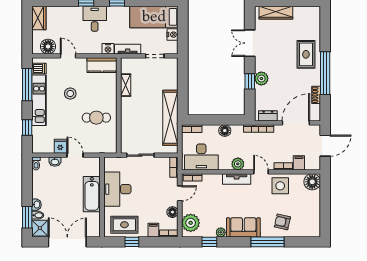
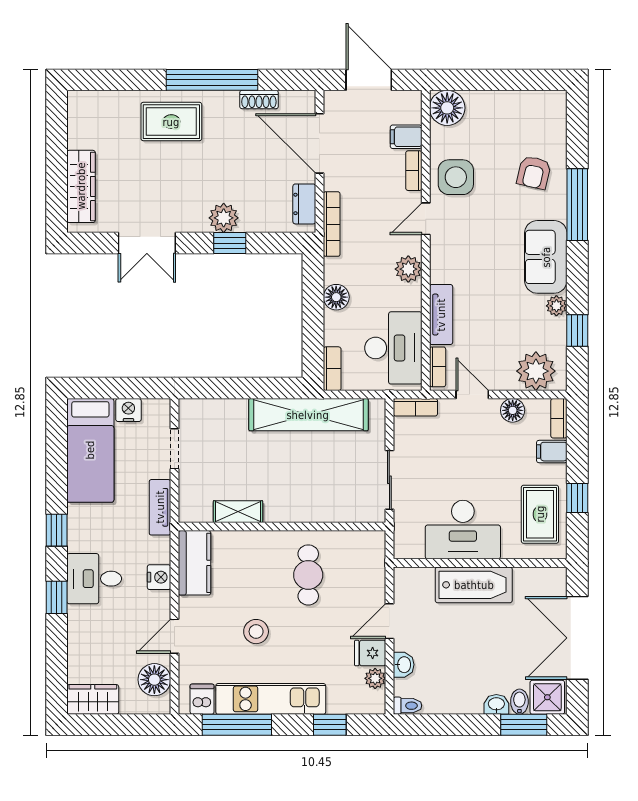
nightstand: (108, 49) -> (159, 577), moved
plant: (49, 149) -> (375, 678), added
tv unit: (237, 179) -> (441, 315), moved

